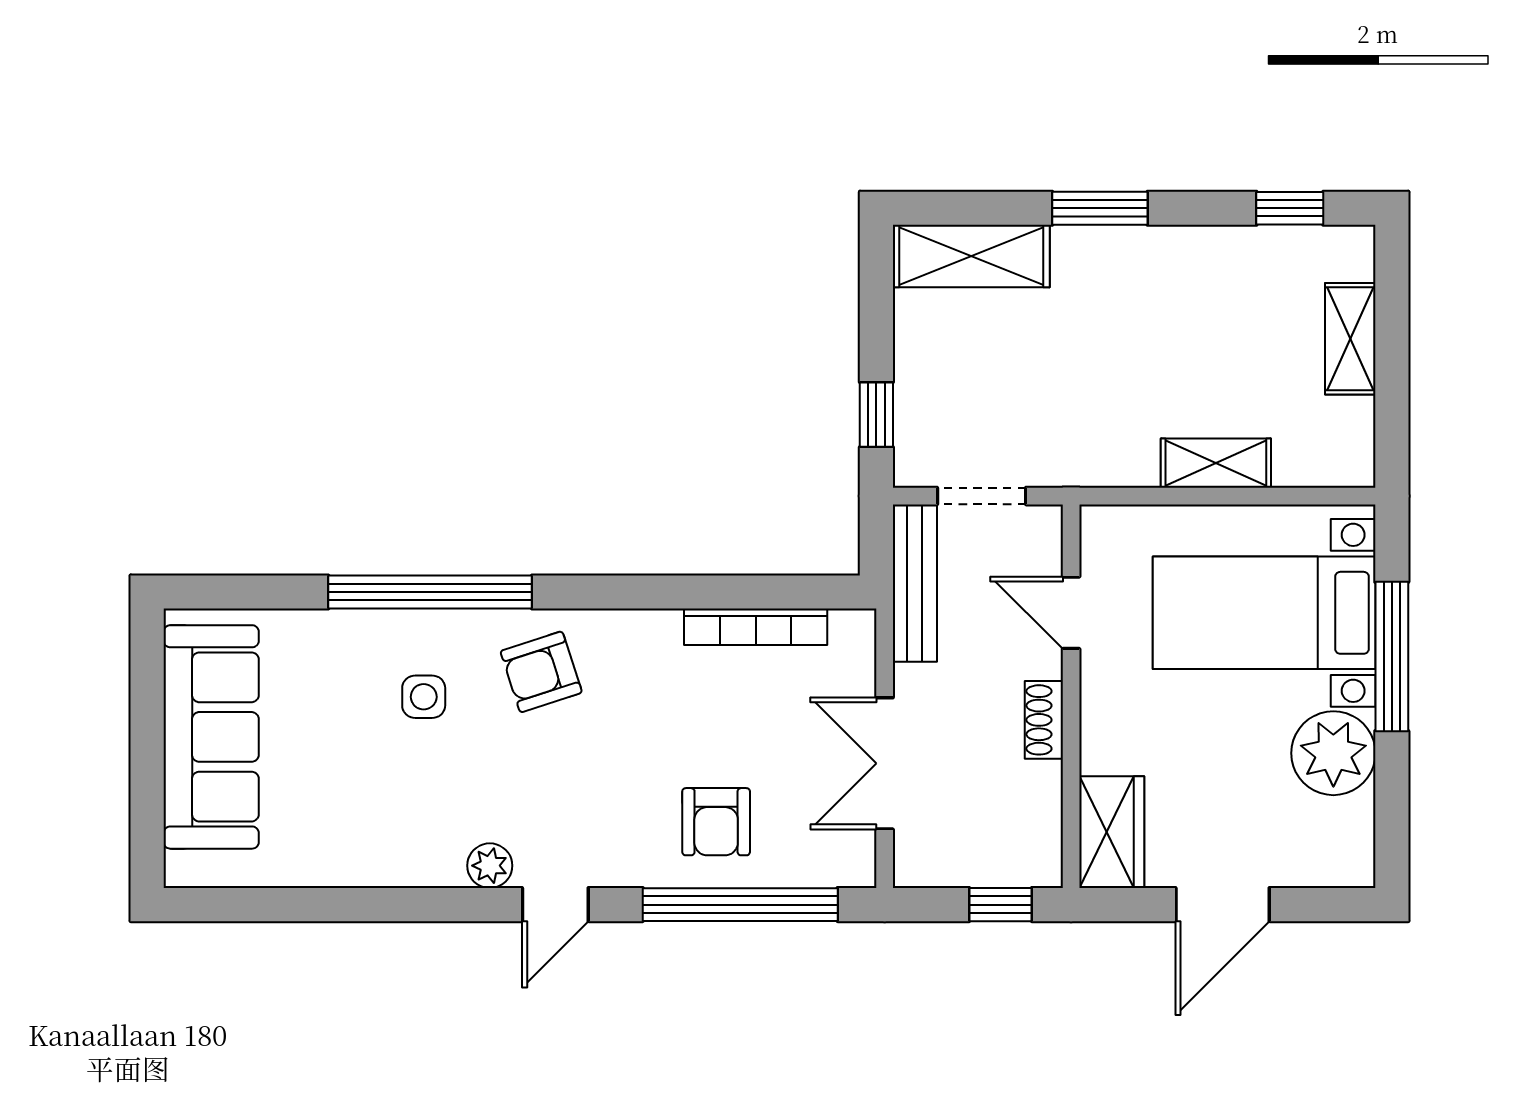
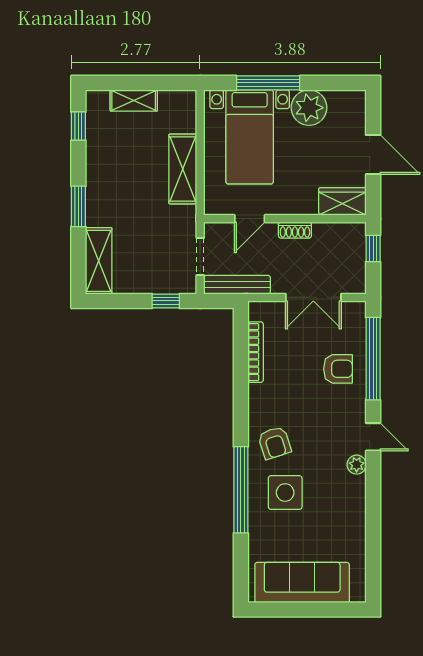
shelving: (1216, 463) -> (183, 169), width x1.50, depth x1.33
side table: (424, 697) -> (285, 493), width x1.87, depth x1.87

